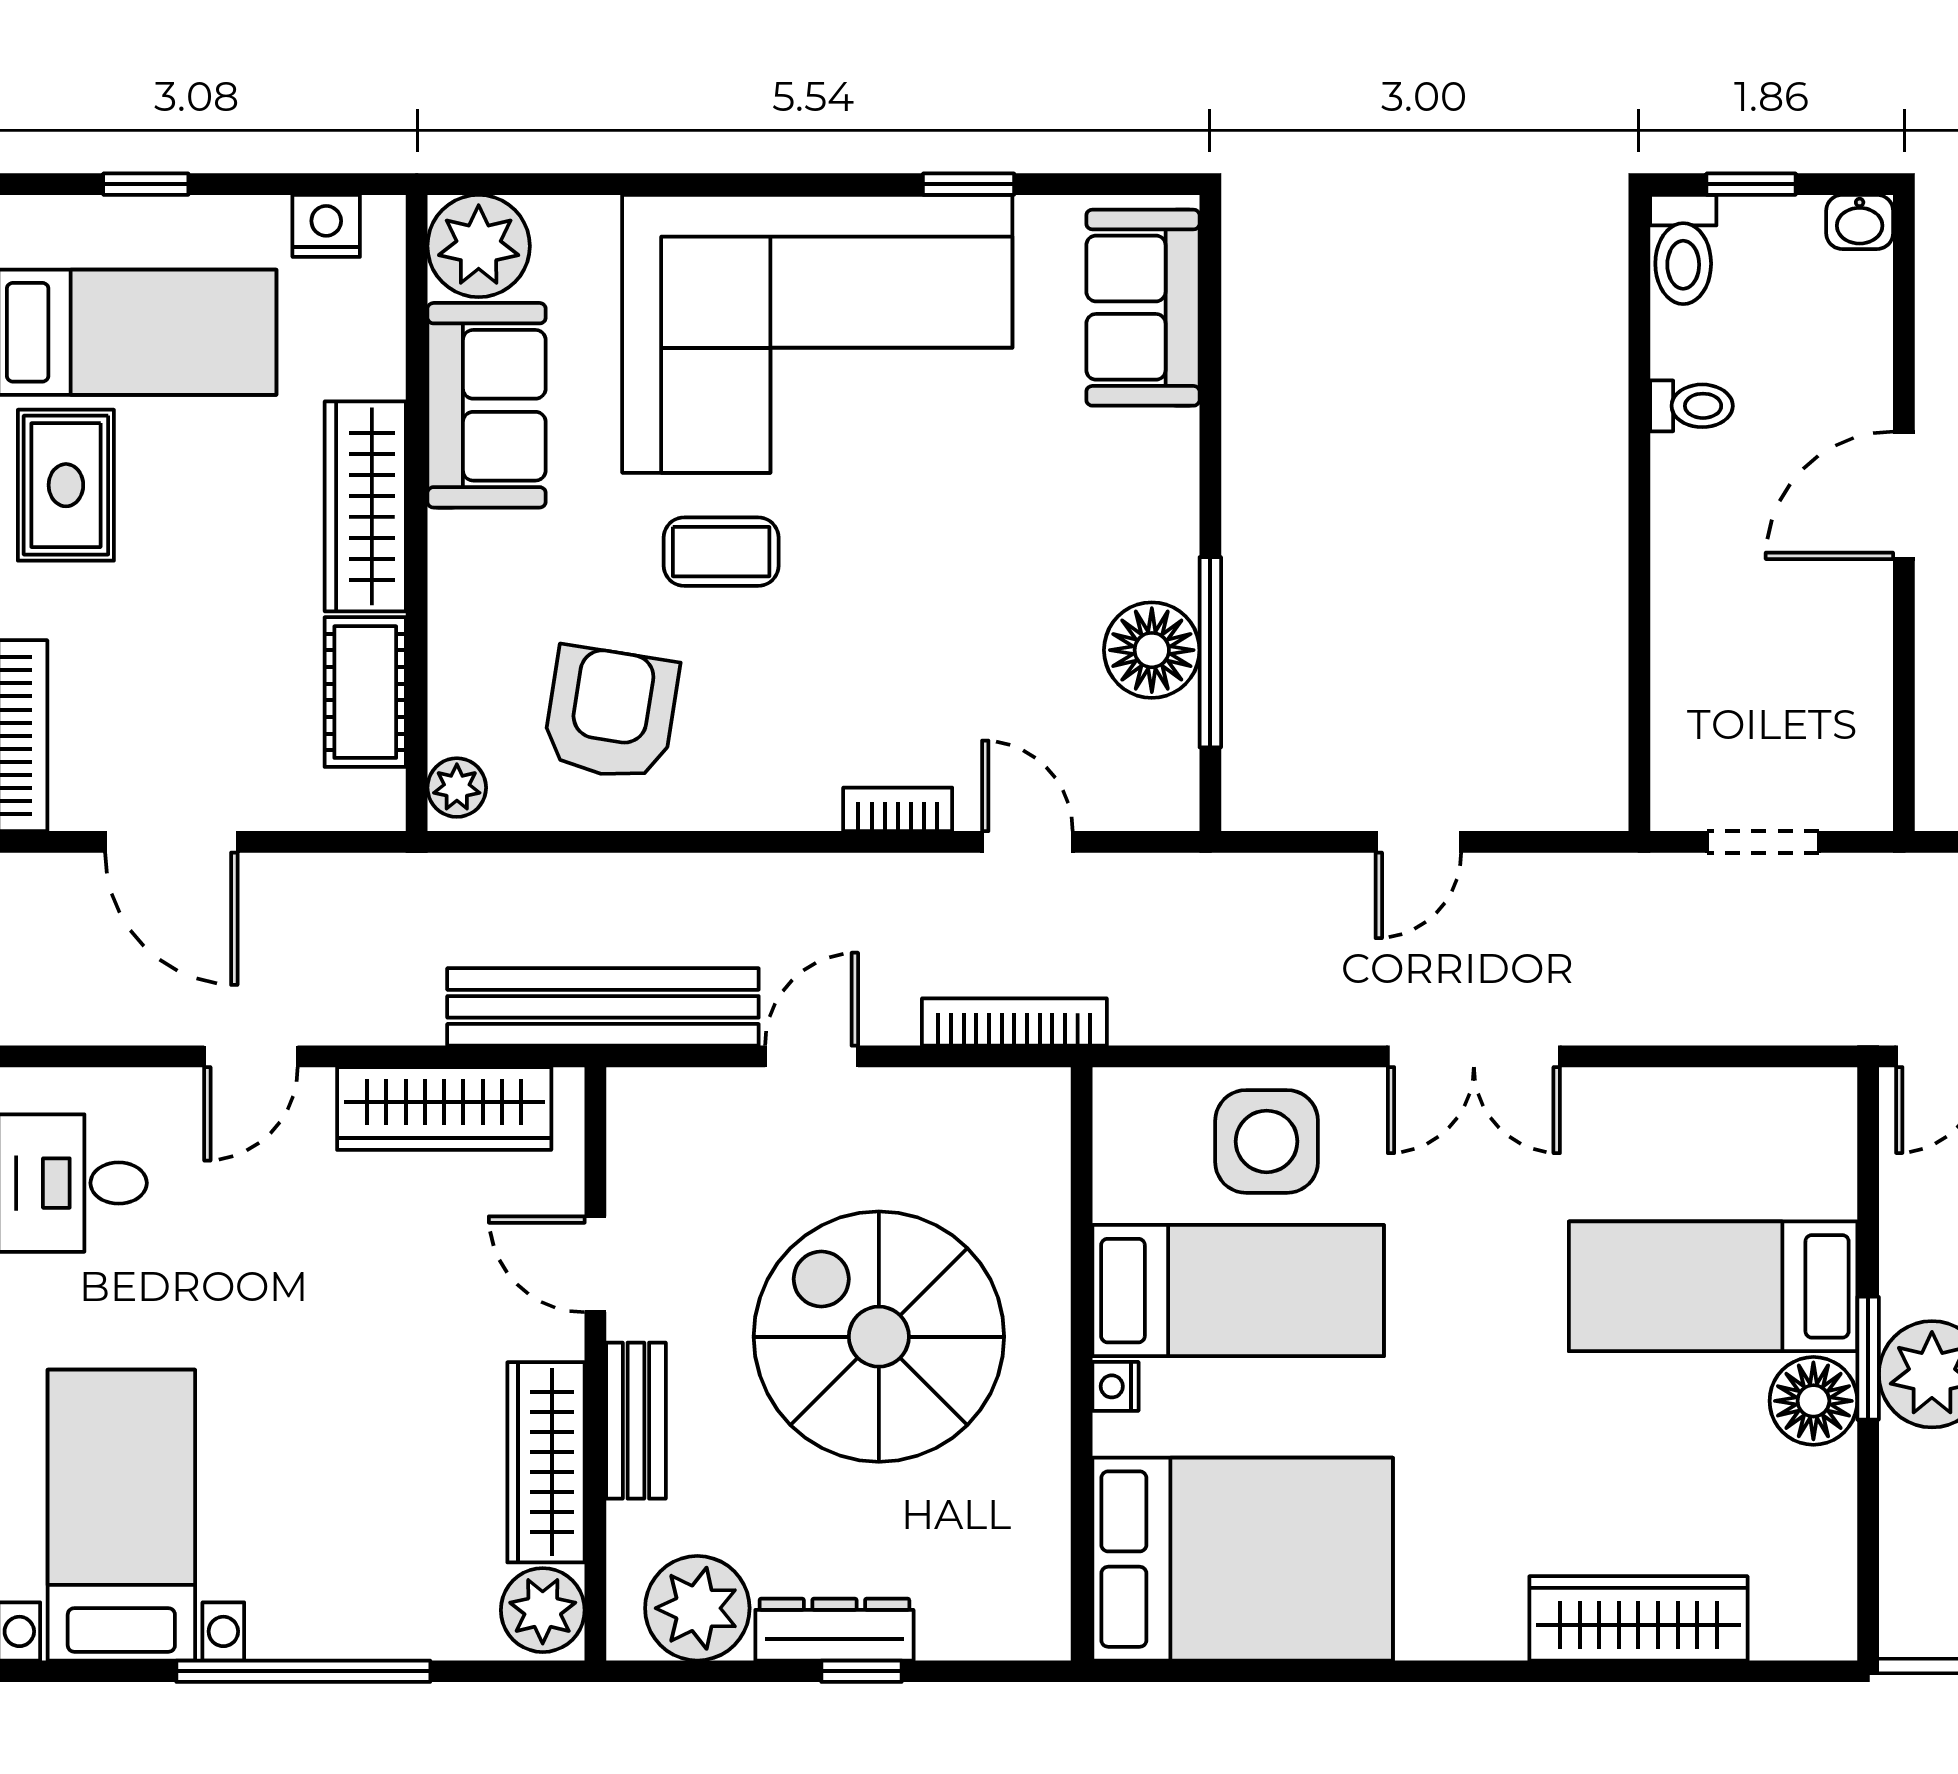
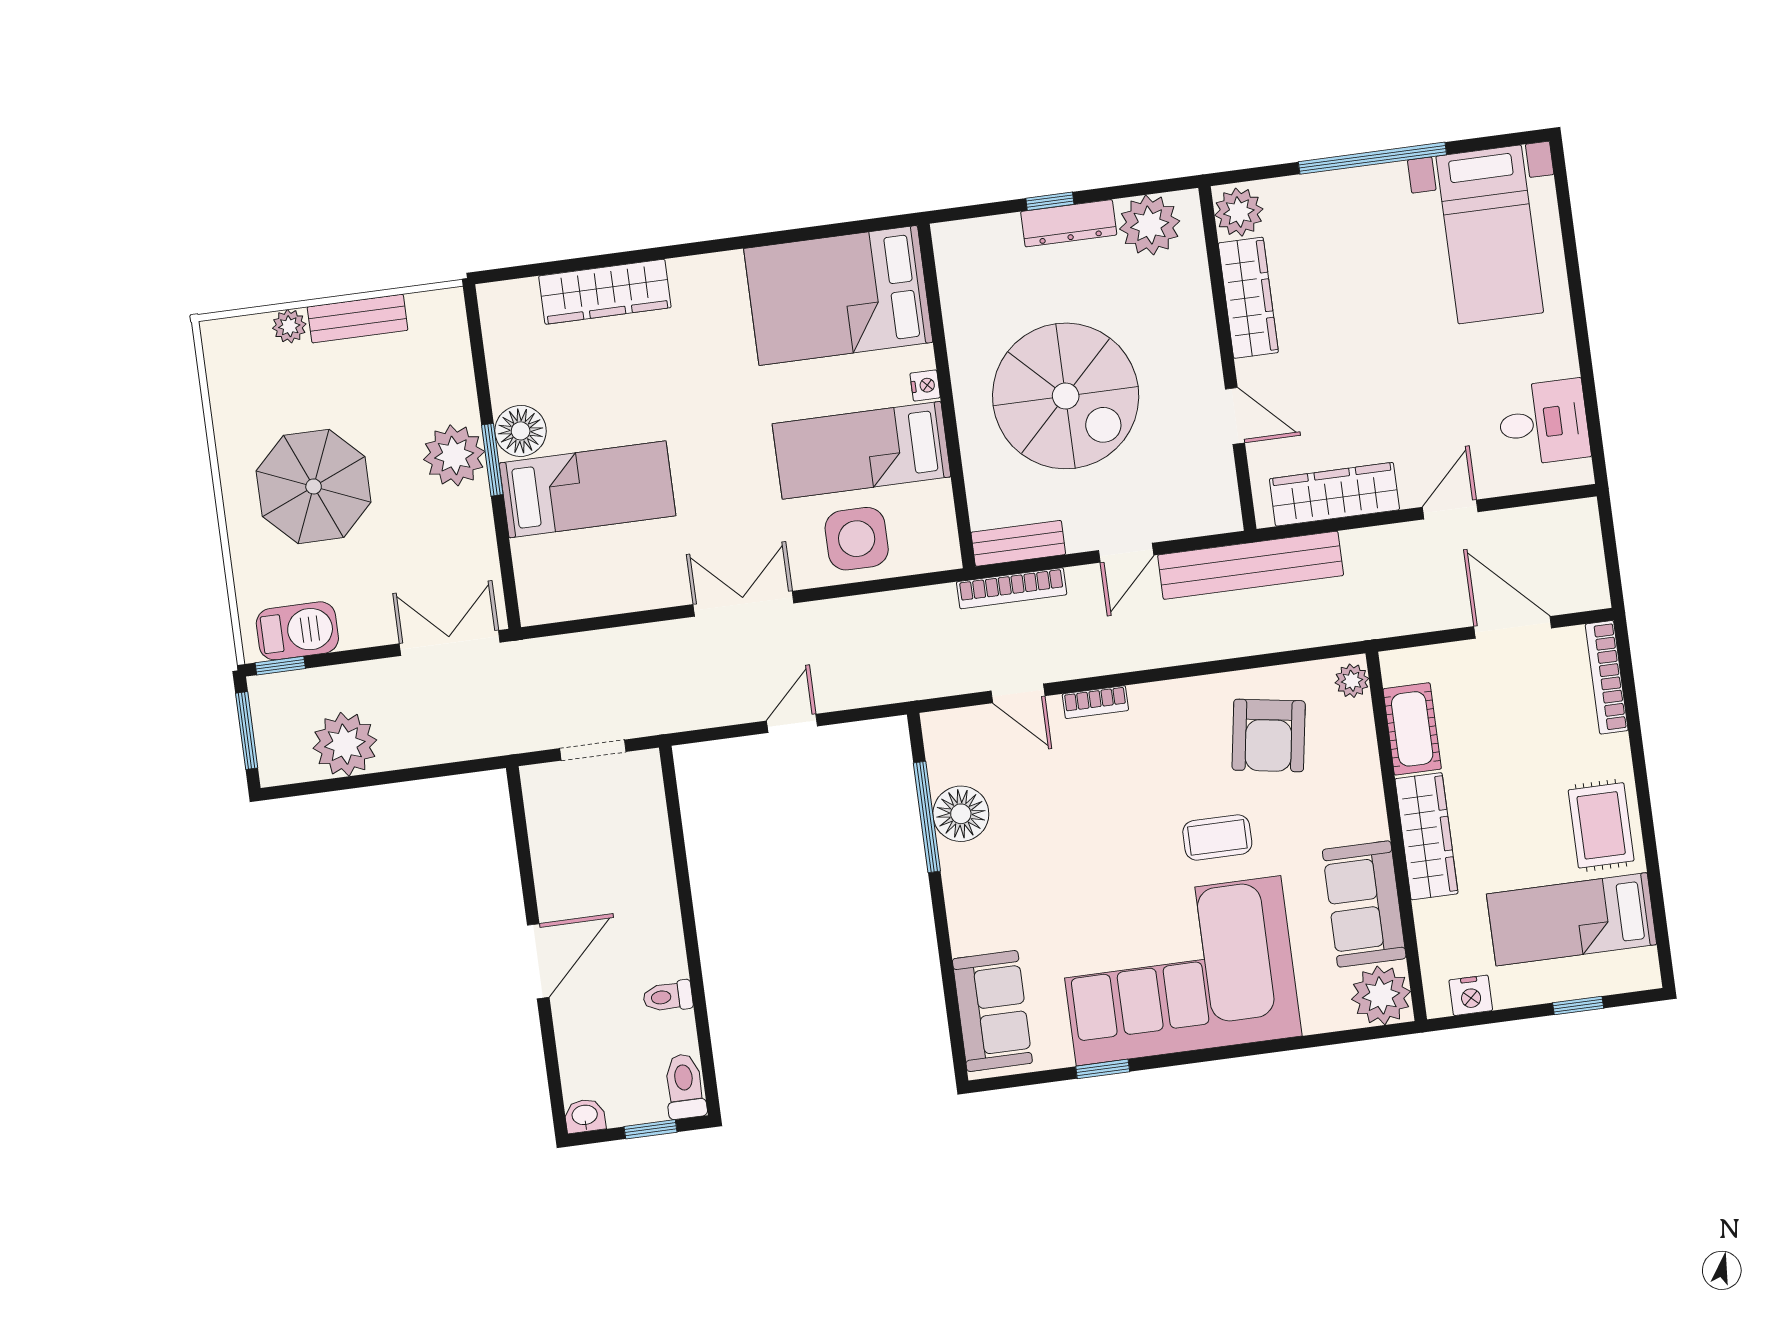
bench: (636, 1421) -> (1018, 543), moved, turned 90

